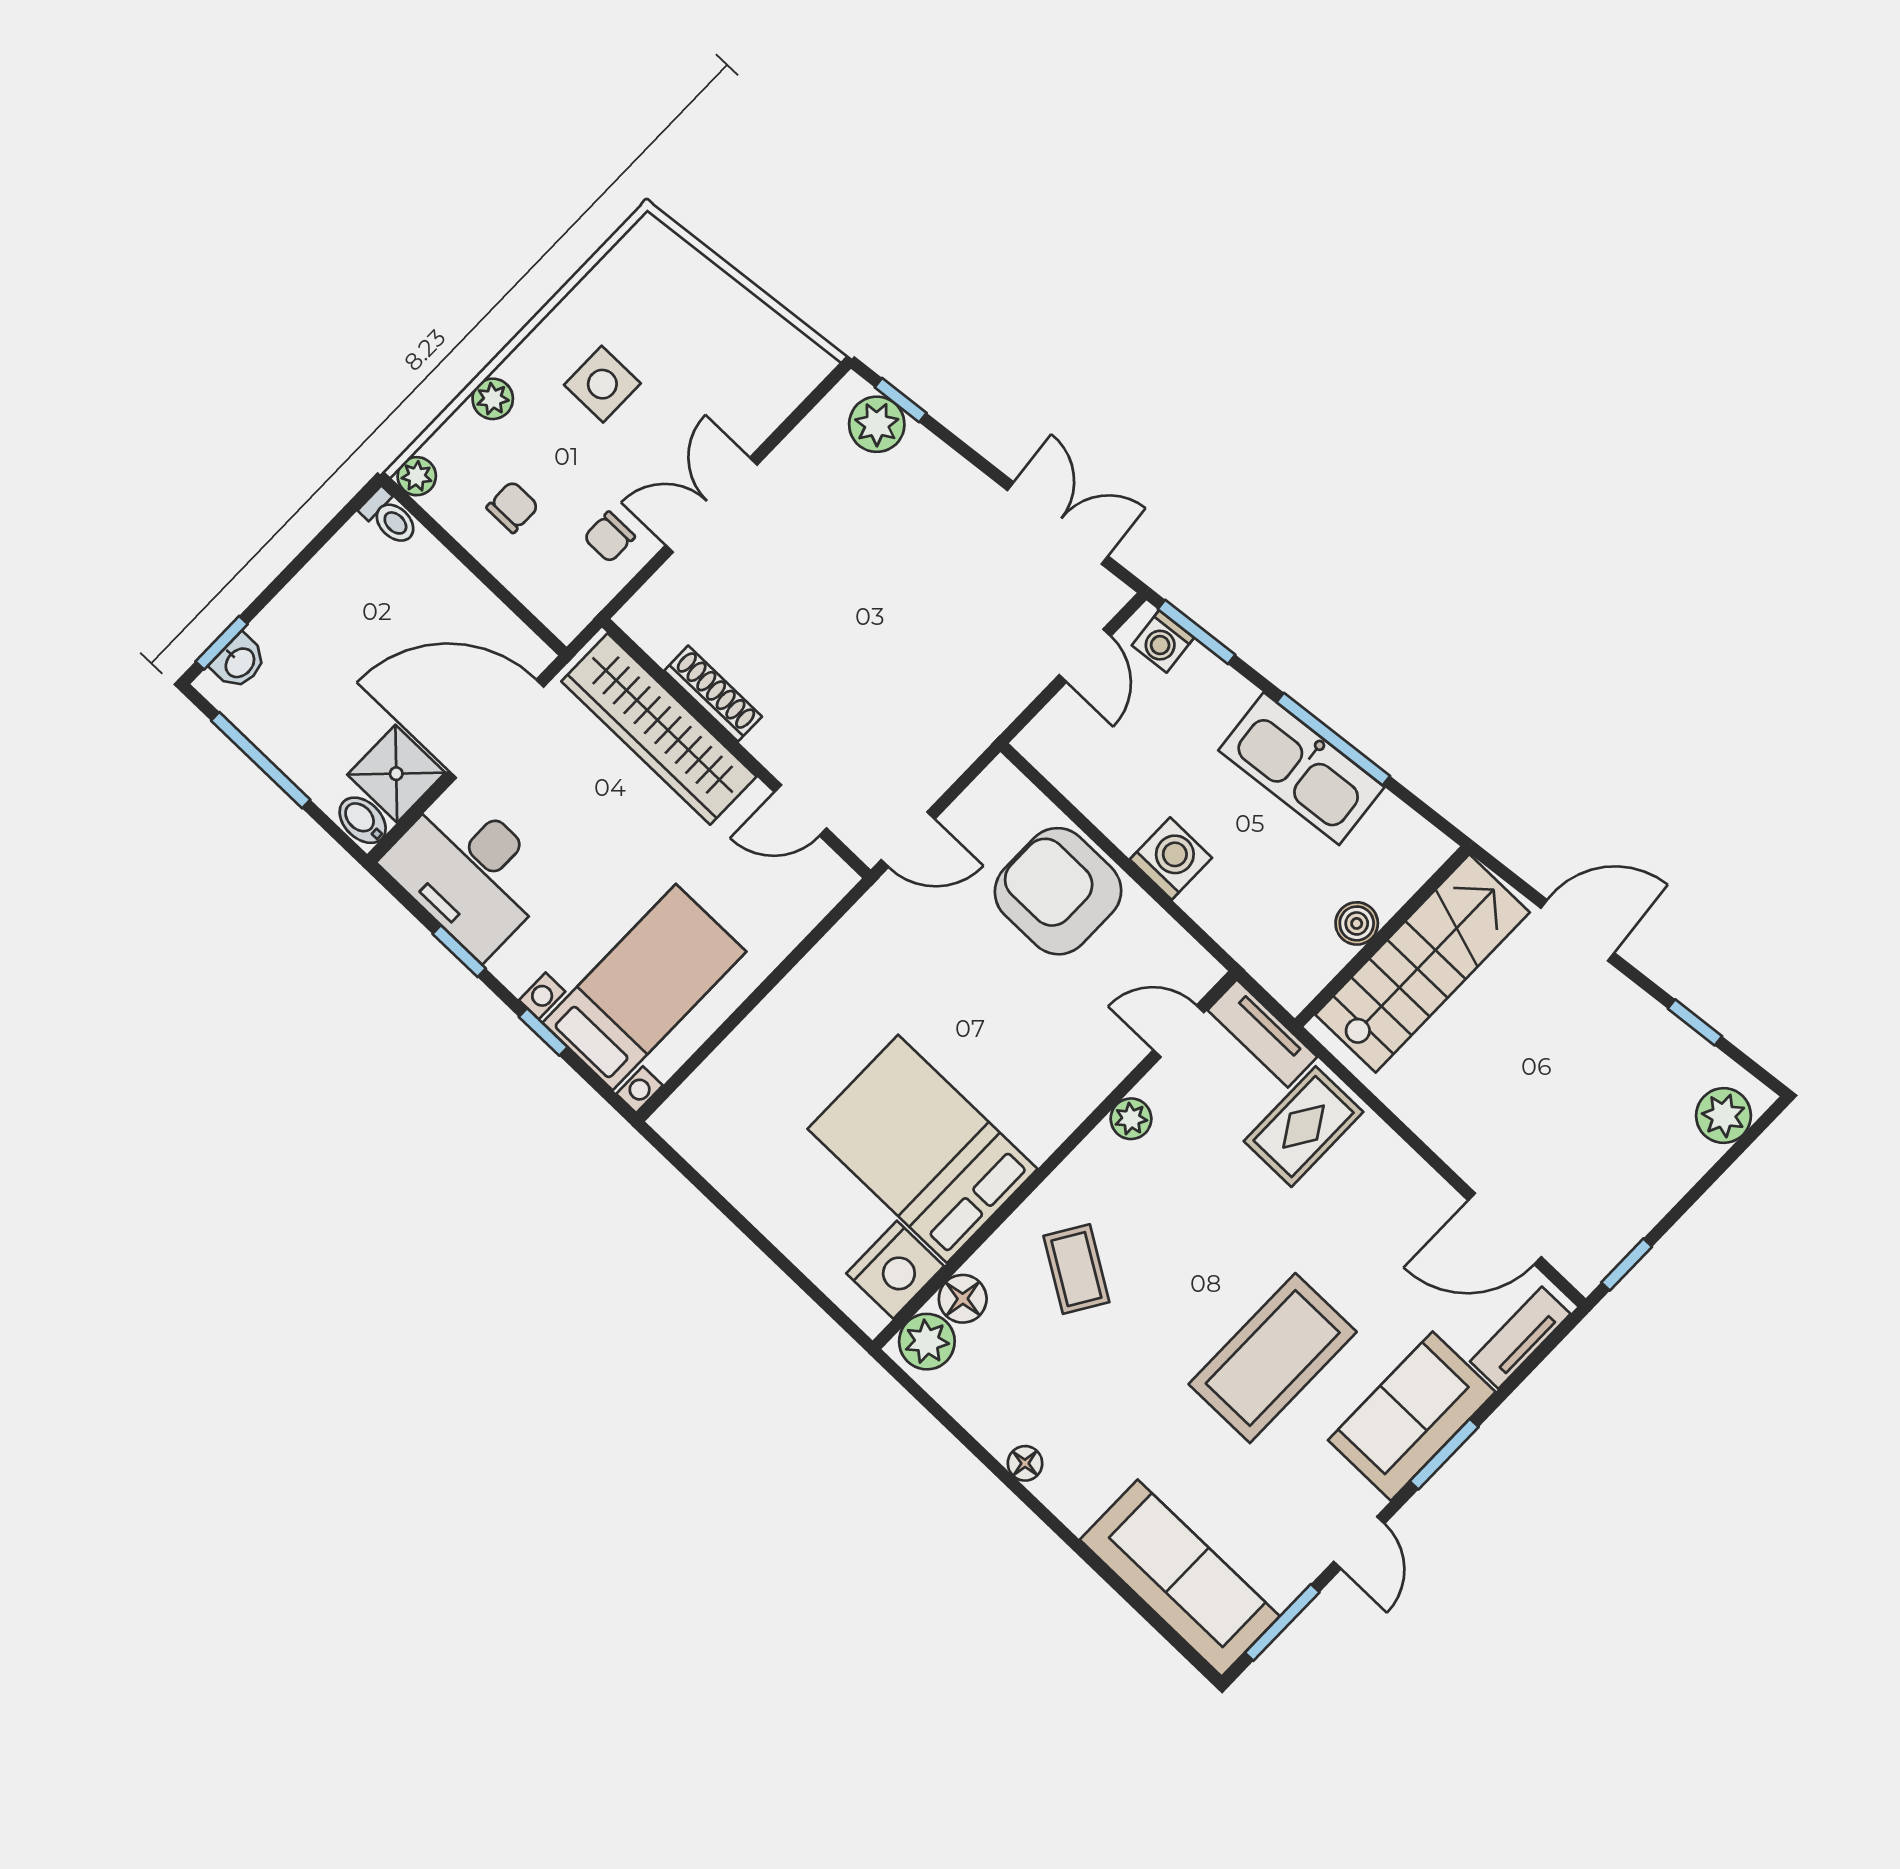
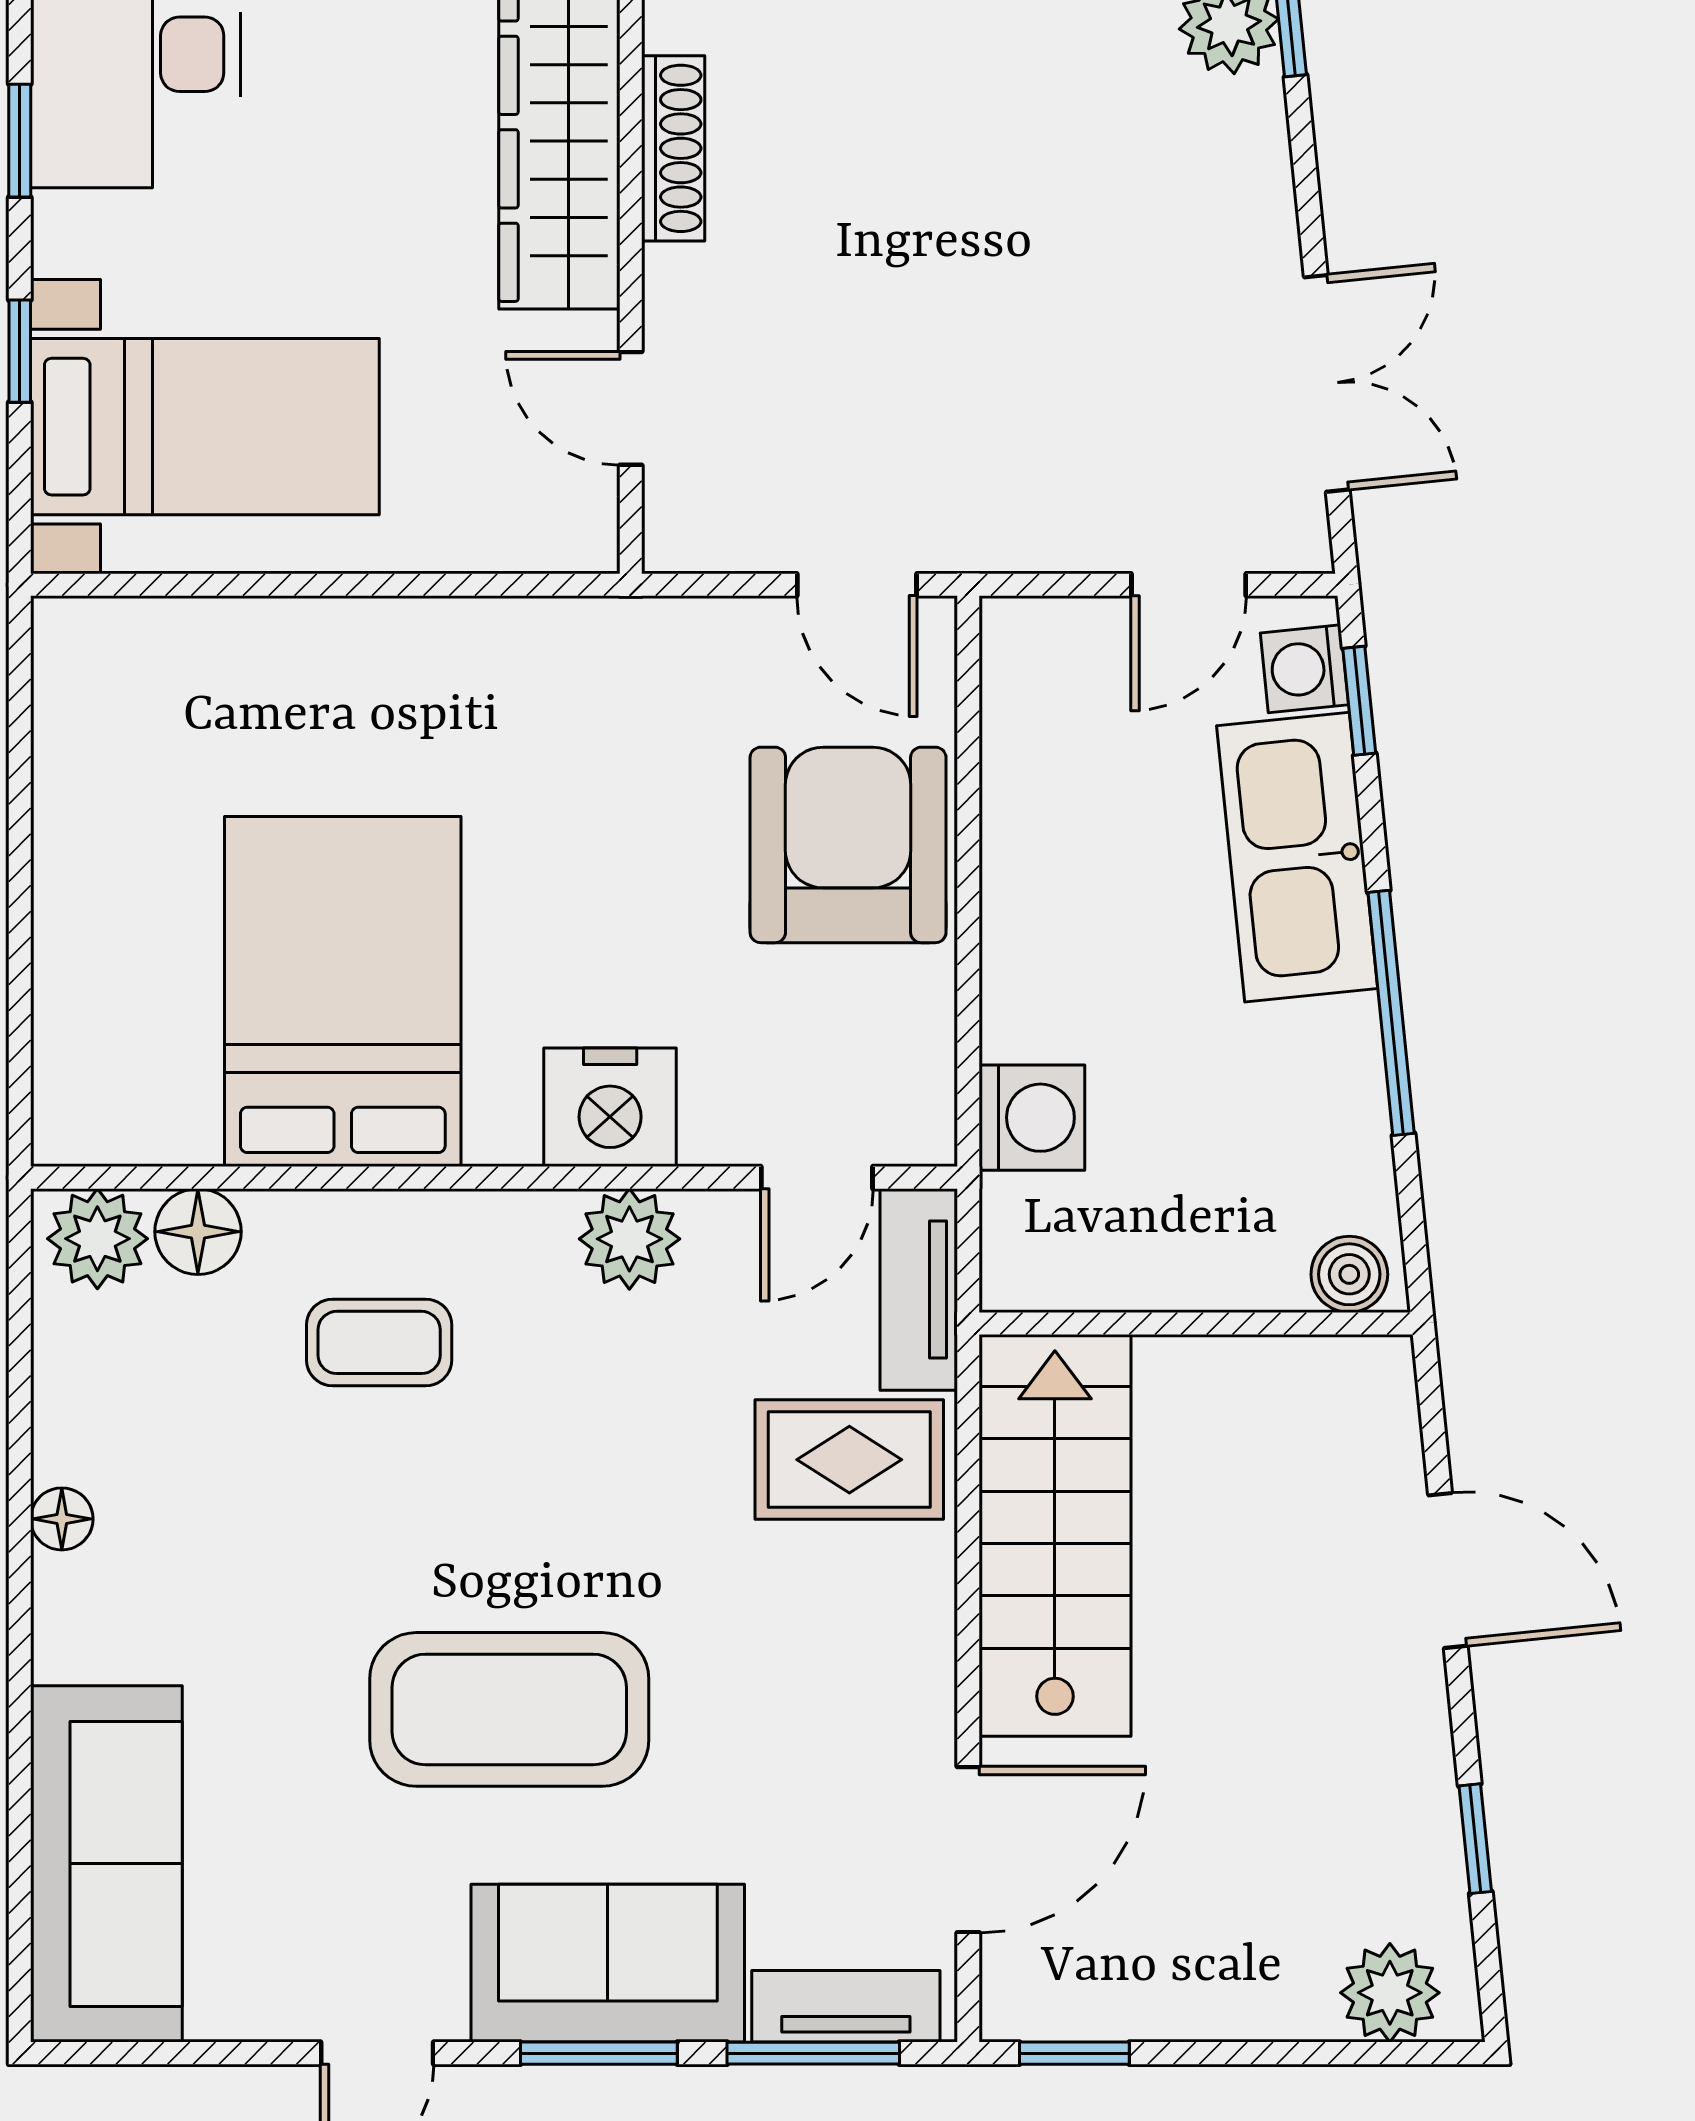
window: (1197, 632) -> (1359, 701), width x0.67
kitchen sink: (1301, 769) -> (1297, 857), moved
door: (908, 839) -> (857, 585), moved
washing machine: (1171, 859) -> (1032, 1118), moved
boiler: (1357, 923) -> (1349, 1274), moved
stairs: (1423, 963) -> (1055, 1535), moved, turned -90
door: (1179, 1031) -> (817, 1178), swing flipped
plant: (1131, 1119) -> (629, 1239), width x1.38, depth x1.38
door: (1505, 1229) -> (968, 1850), swing flipped
coffee table: (1076, 1269) -> (379, 1342), turned 58
nightstand: (895, 1270) -> (610, 1107), moved
window: (1282, 1622) -> (813, 2053), moved

